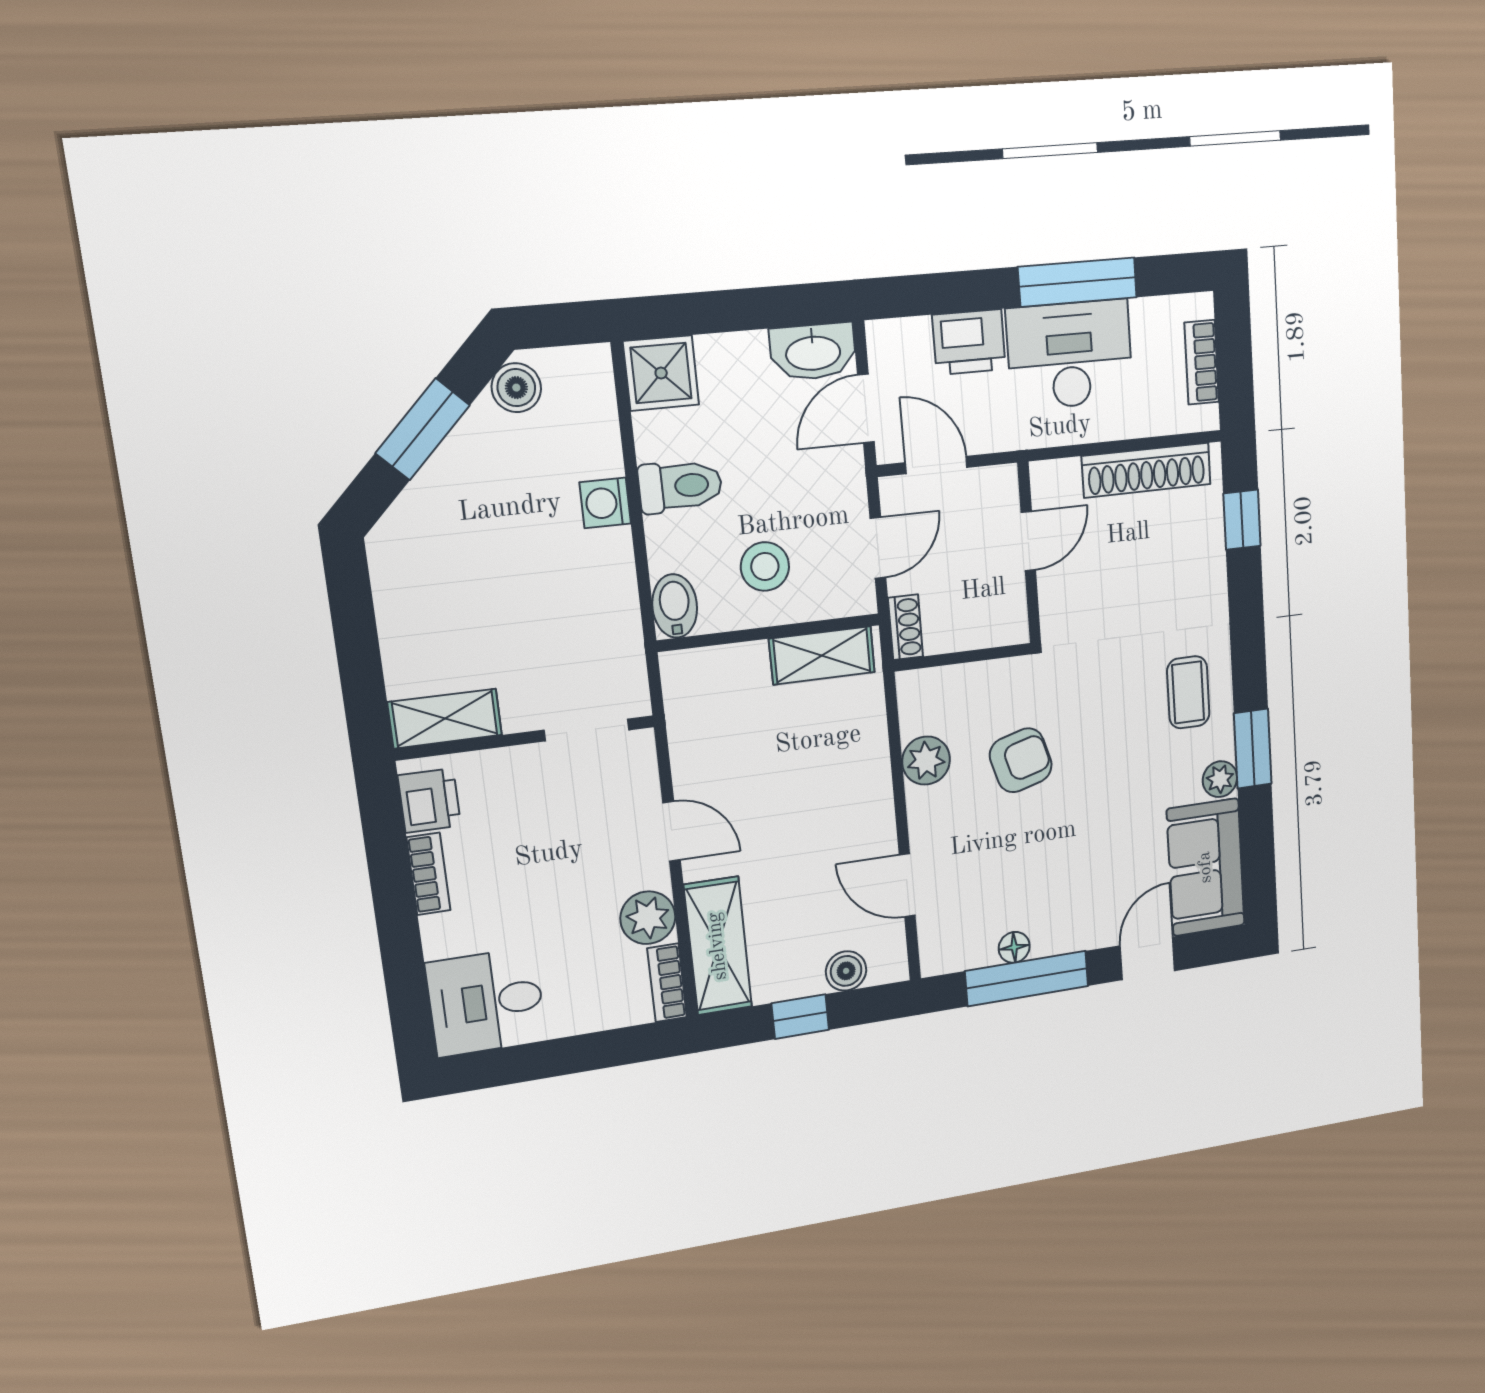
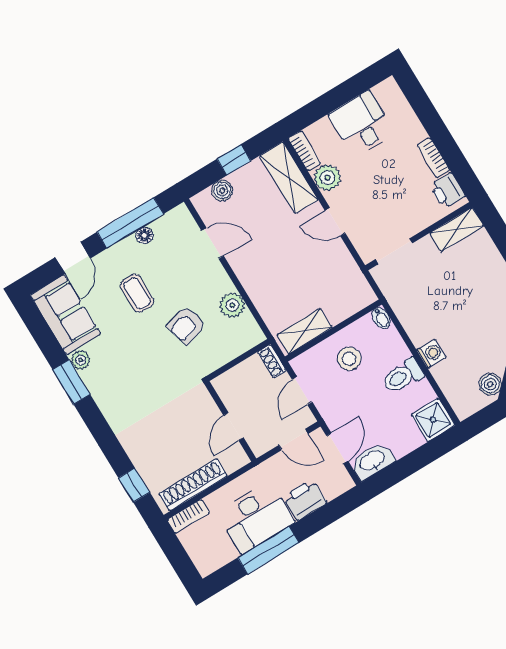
bookcase: (1202, 362) -> (188, 516), moved, turned 90
bidet: (675, 606) -> (381, 318), width x0.72, depth x0.74
coffee table: (1188, 692) -> (137, 293), moved
desk: (486, 1002) -> (362, 124), moved, turned -90

